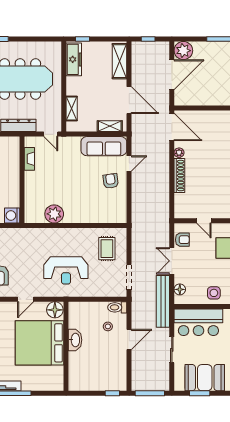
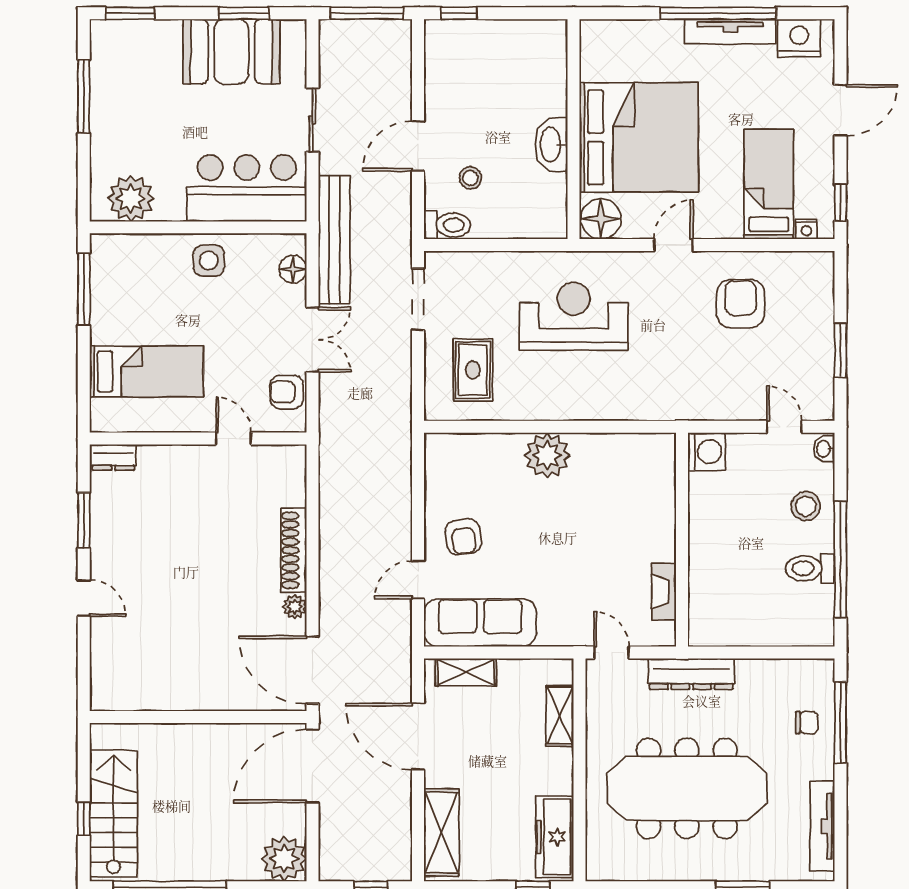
door: (172, 75) -> (313, 766), moved
plant: (54, 214) -> (547, 455), moved

